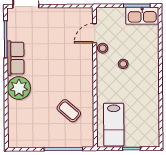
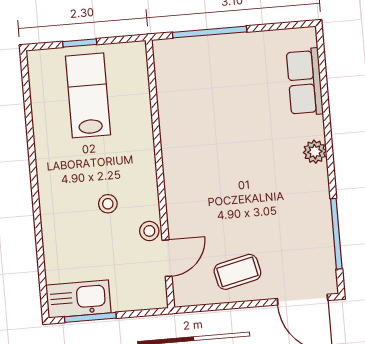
row of seats: (16, 58) -> (305, 82), moved
plant: (19, 88) -> (315, 152), width x0.53, depth x0.53
coffee table: (69, 111) -> (237, 272), moved, turned -54
lab bench: (114, 125) -> (88, 95), moved

